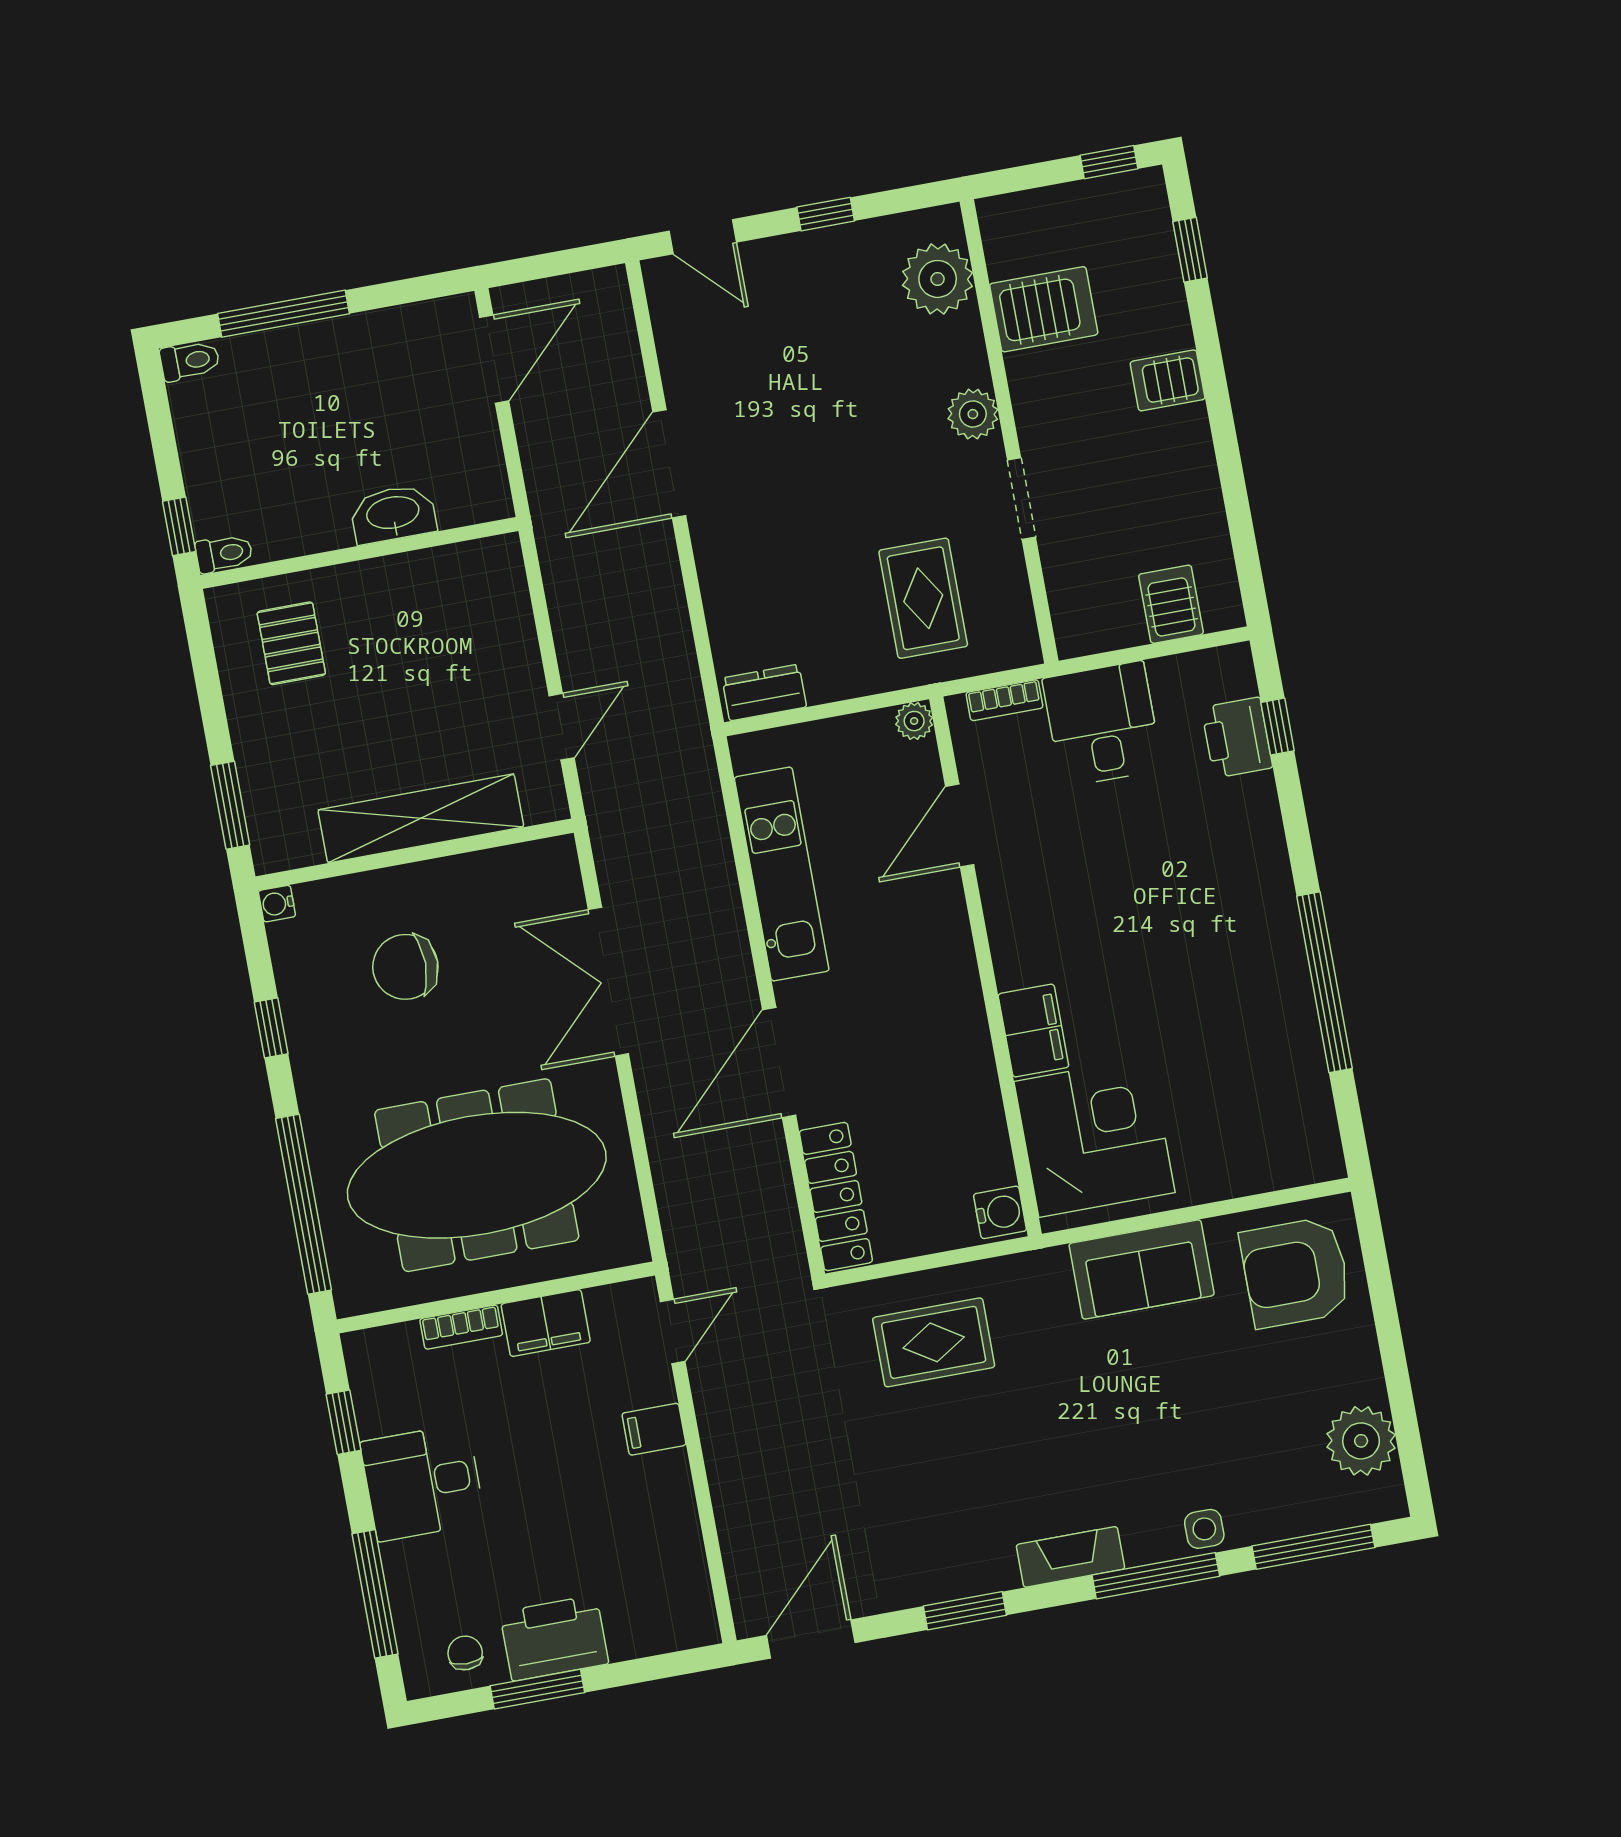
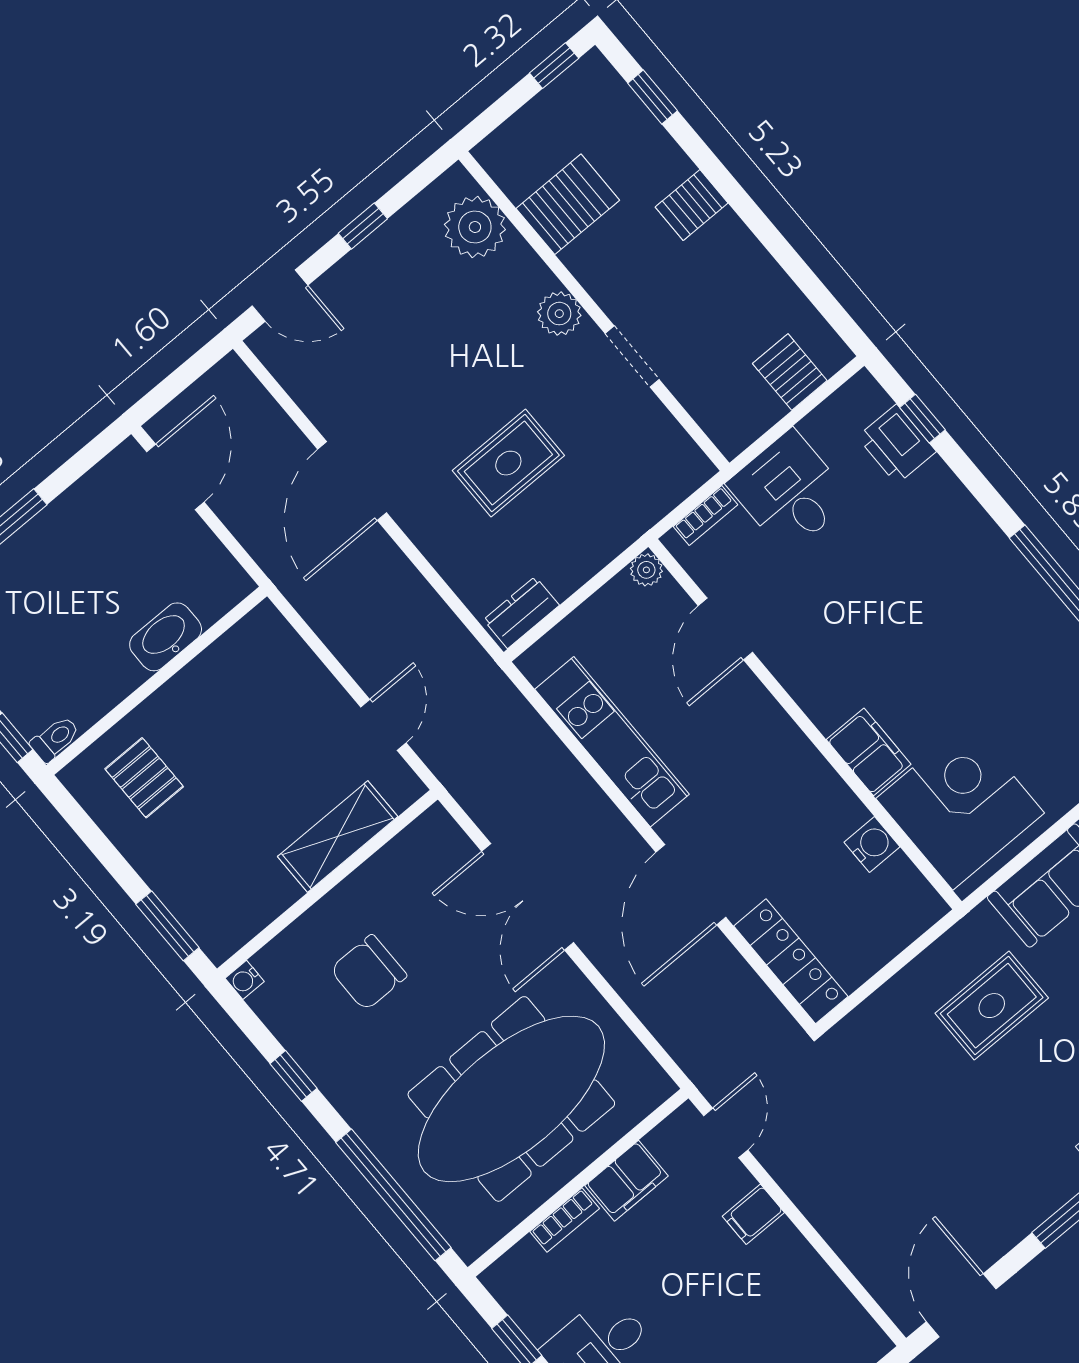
rug: (923, 598) -> (508, 463), moved, turned 90
shelving: (421, 818) -> (338, 837), width x0.68
water cooler: (1000, 1212) -> (872, 844), moved
rug: (934, 1342) -> (992, 1006), moved

